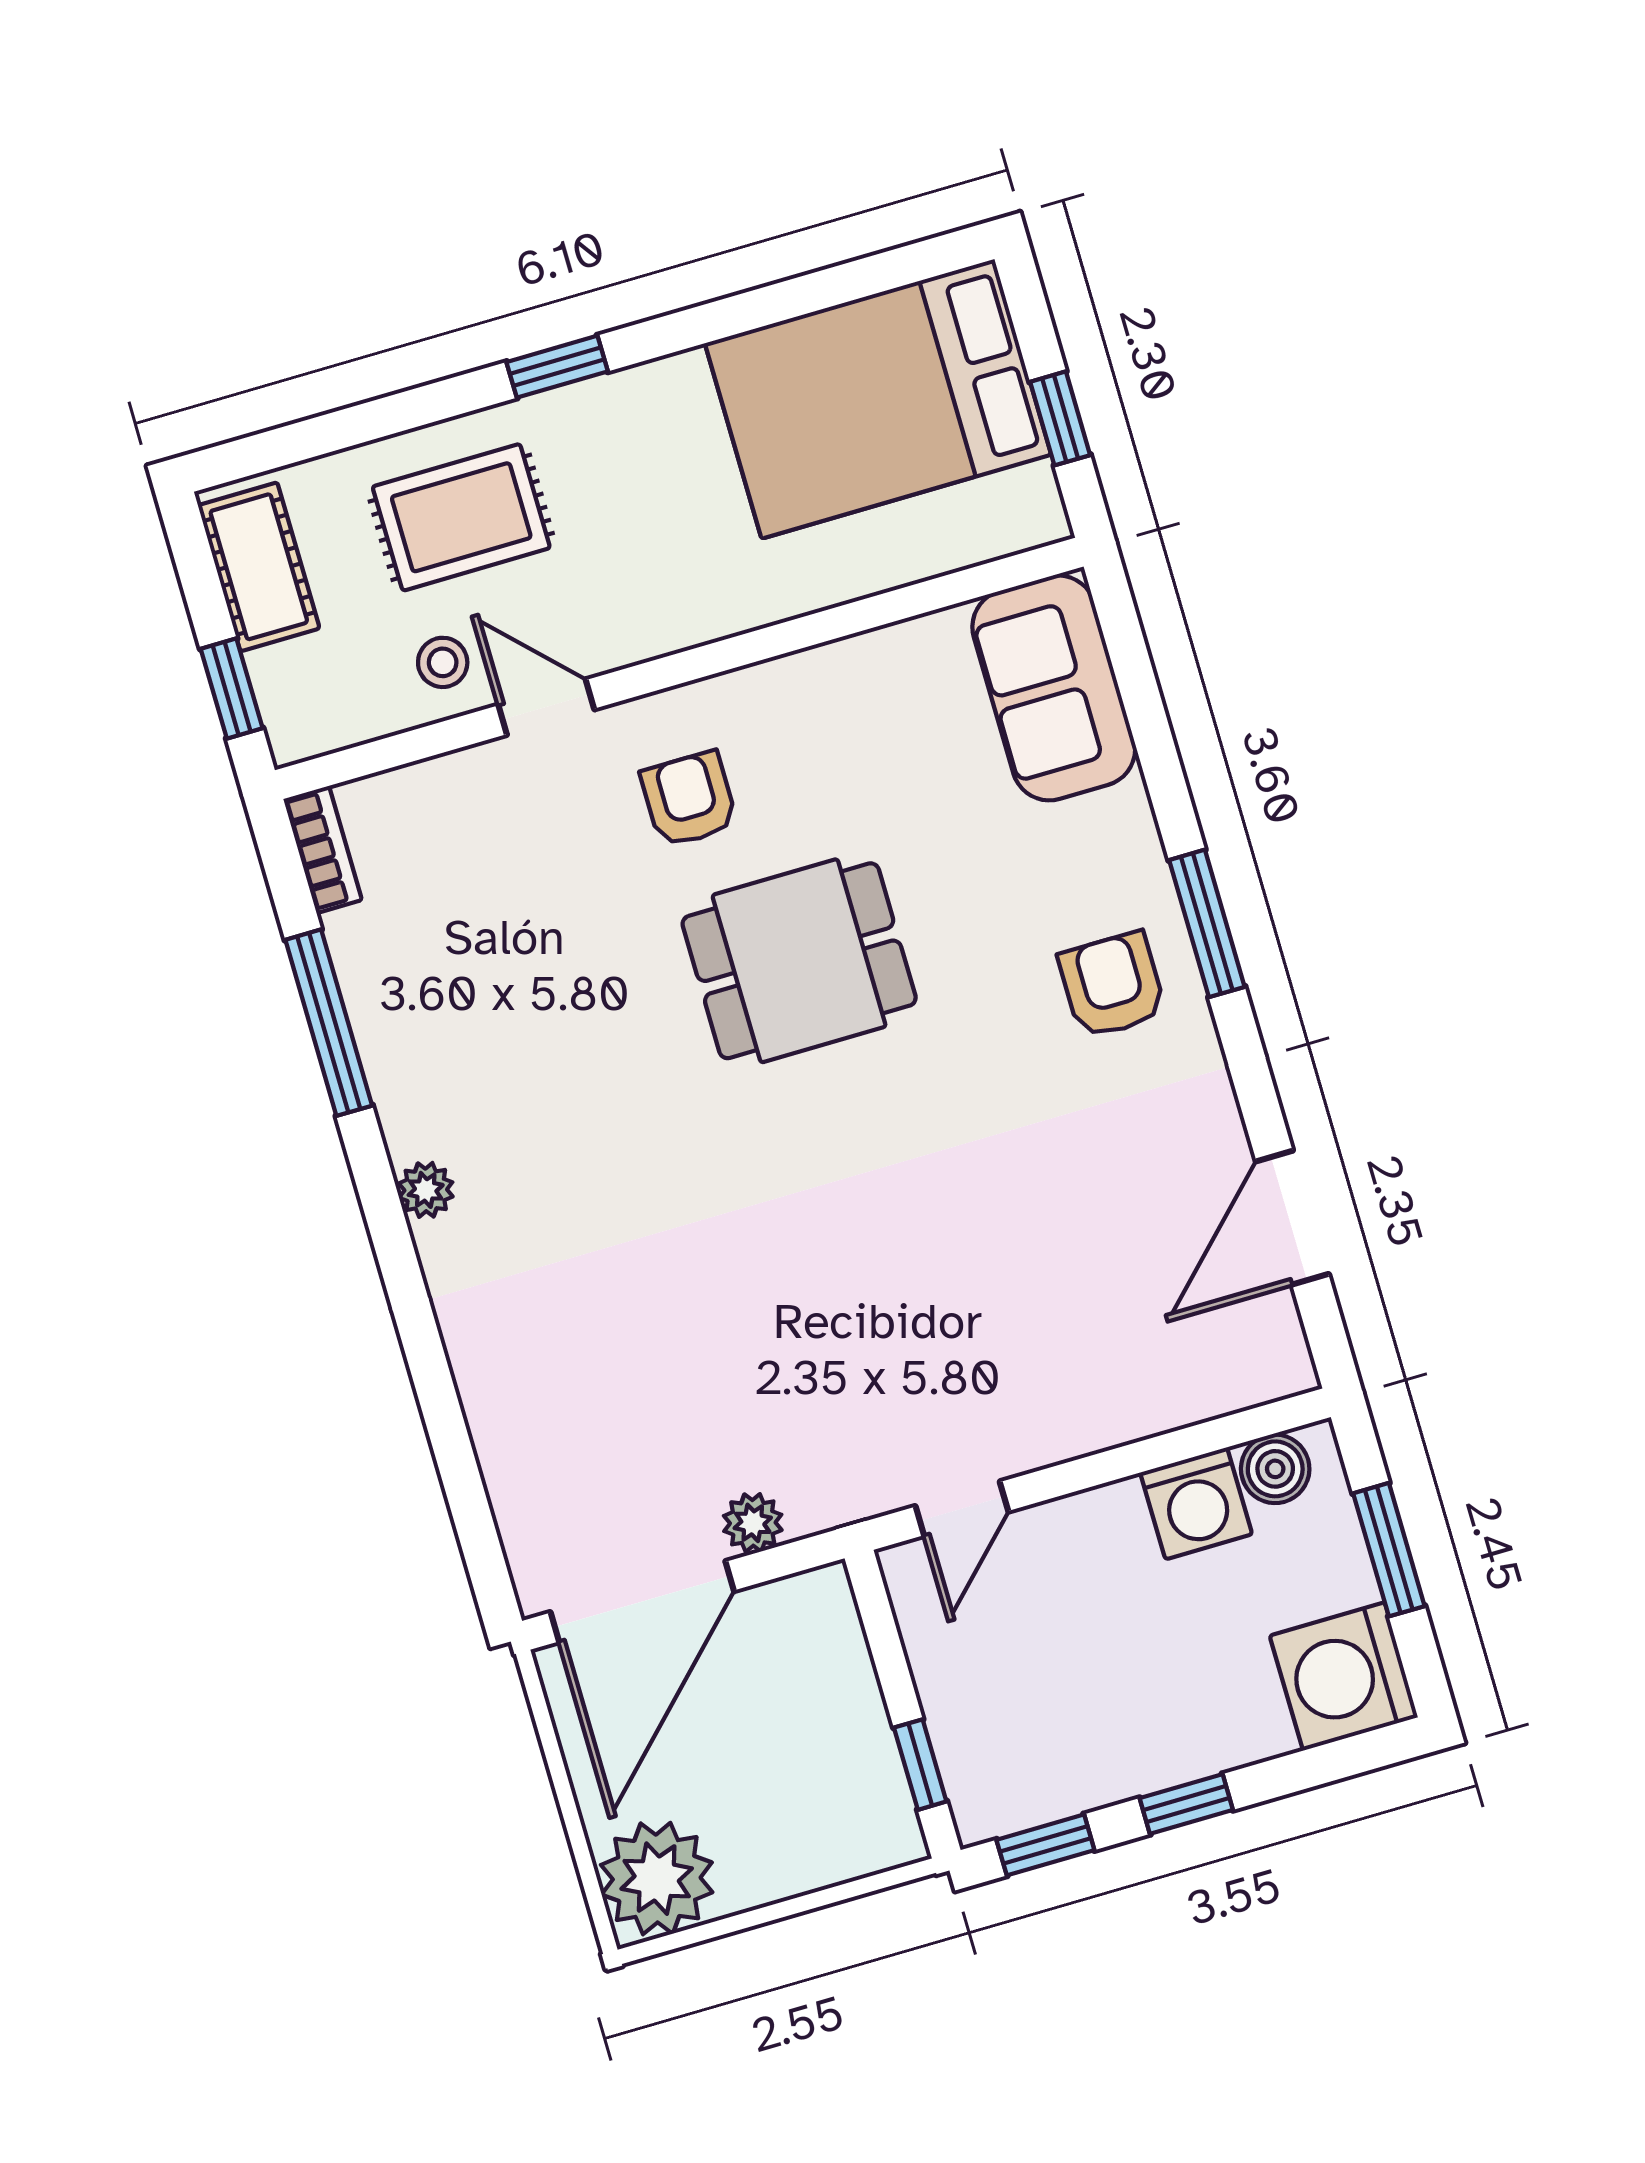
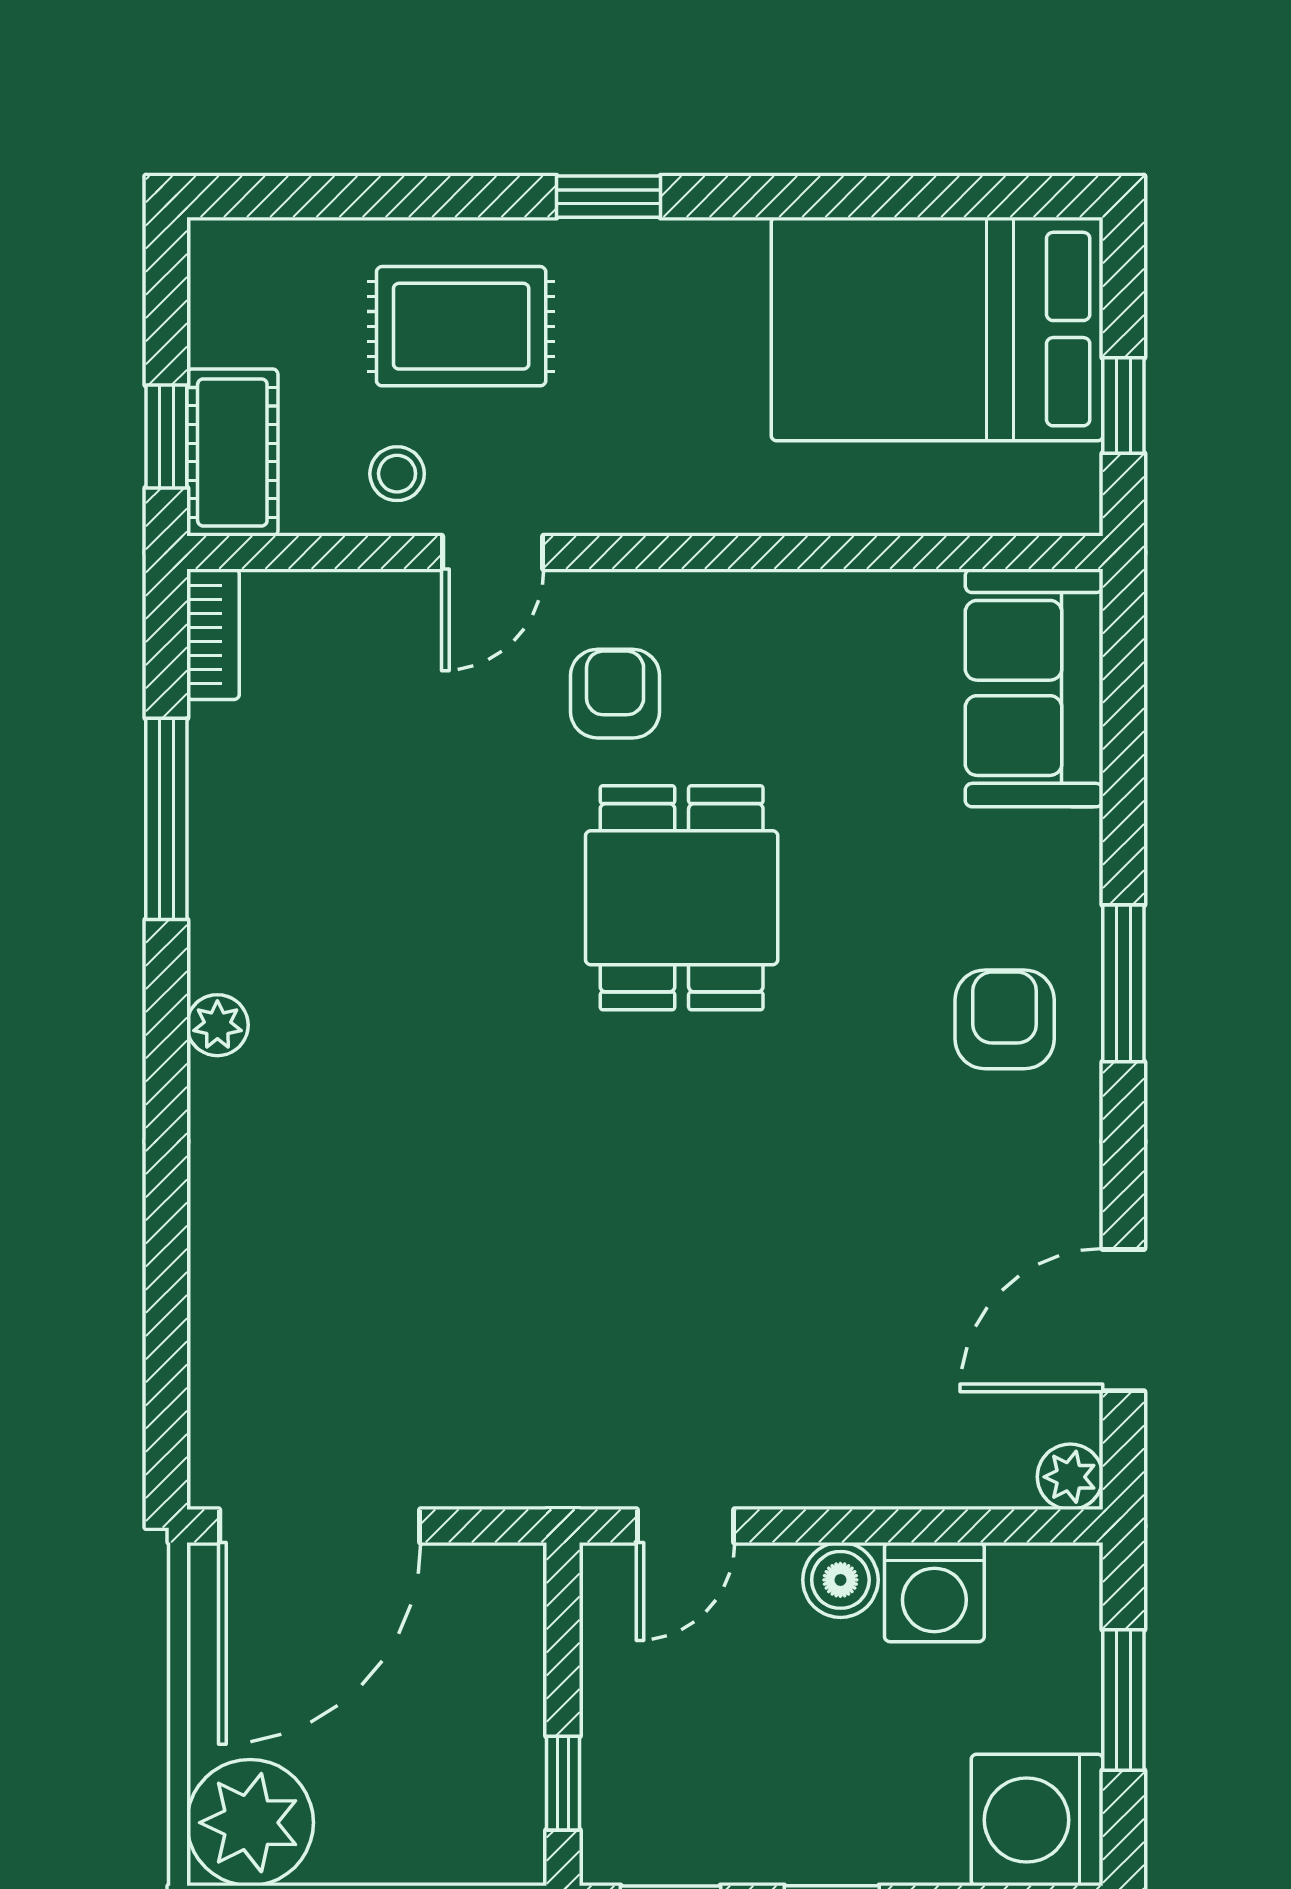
cot: (259, 567) -> (232, 452), moved
door: (546, 707) -> (493, 552), swing flipped
dining table: (799, 961) -> (682, 898), turned 90
boiler: (1275, 1469) -> (840, 1580), moved
plant: (753, 1523) -> (1070, 1477), moved

